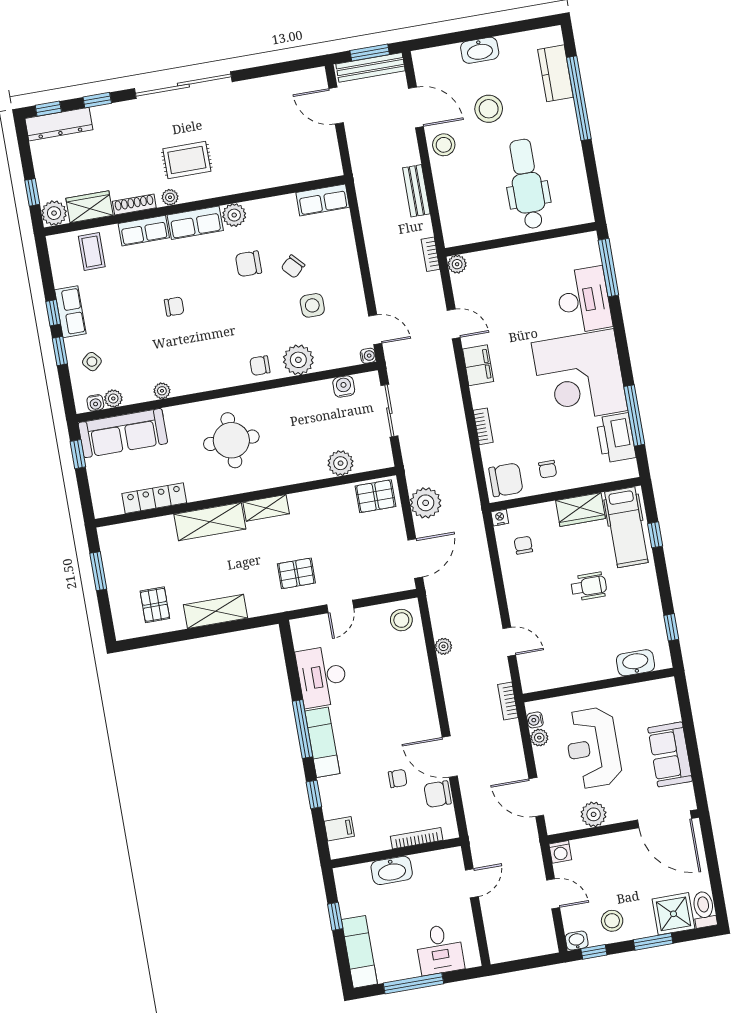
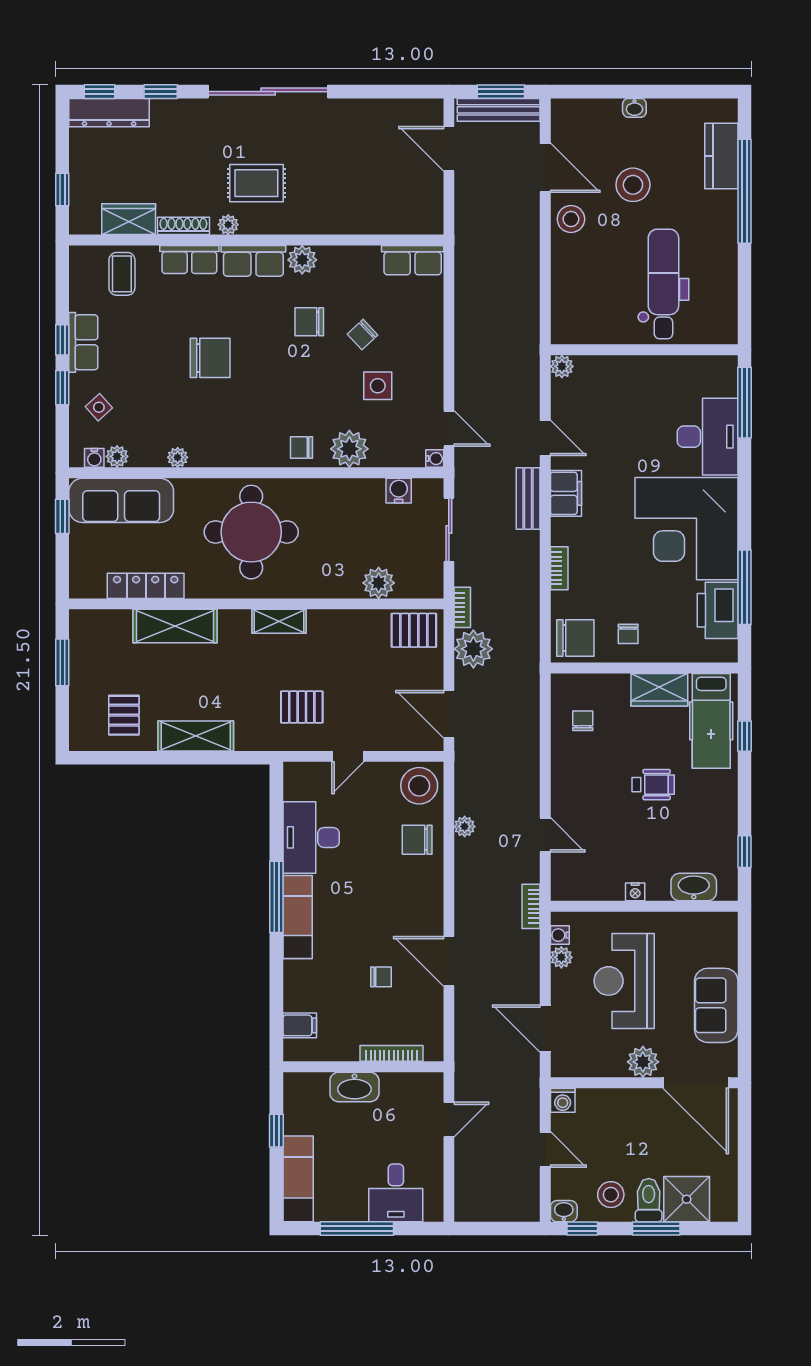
washbasin: (480, 50) -> (634, 108), width x0.52, depth x0.69
bench: (416, 191) -> (528, 499), moved
plant: (54, 213) -> (84, 219), removed
bookcase: (430, 254) -> (462, 607), moved, turned 180
chair: (174, 307) -> (210, 358), width x1.87, depth x1.87
round table: (231, 440) -> (251, 532), width x1.36, depth x1.36
nightstand: (500, 518) -> (635, 892), moved, turned 180
shelving: (210, 522) -> (175, 626), moved
door: (415, 559) -> (449, 714), swing flipped
stool: (401, 620) -> (419, 786), width x1.38, depth x1.38
window: (314, 794) -> (276, 979), removed
chair: (438, 794) -> (417, 840), moved
plant: (594, 814) -> (643, 1062), moved
toilet: (704, 909) -> (649, 1200), moved

